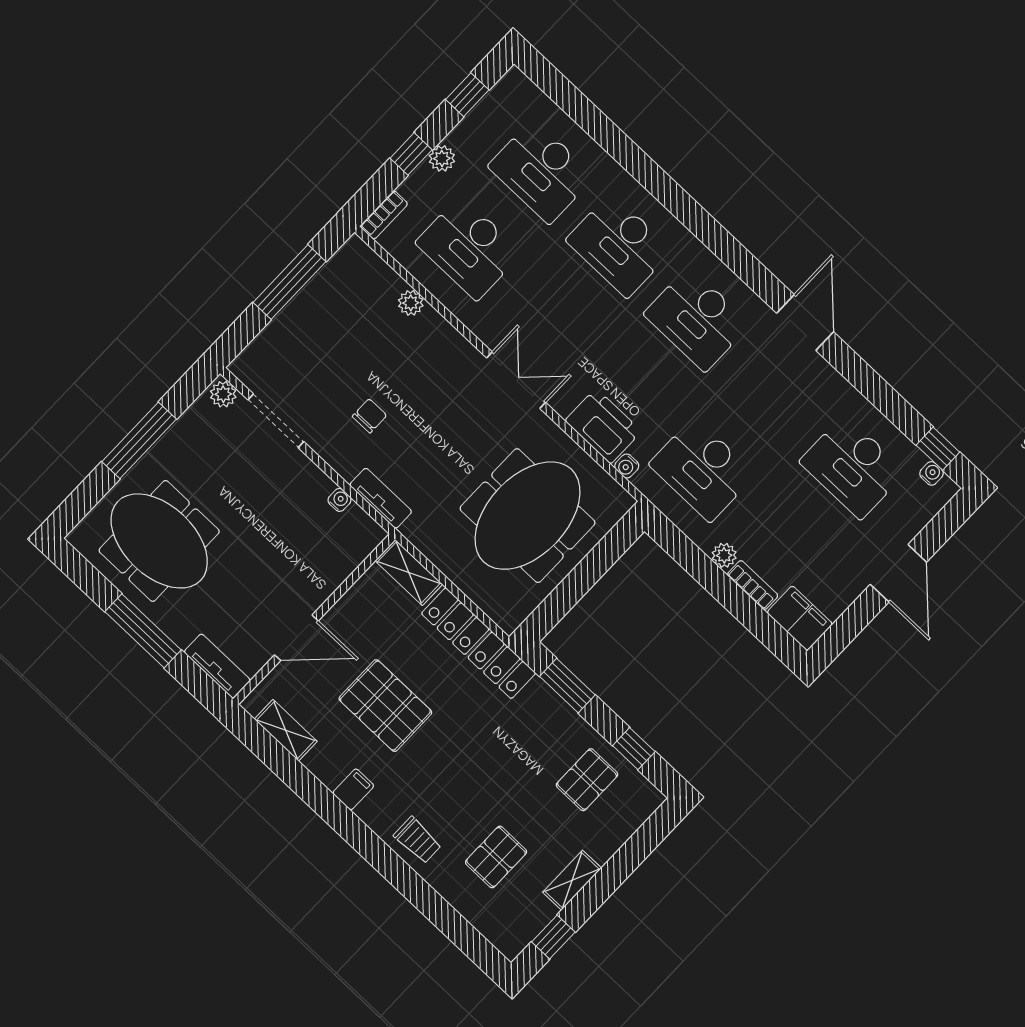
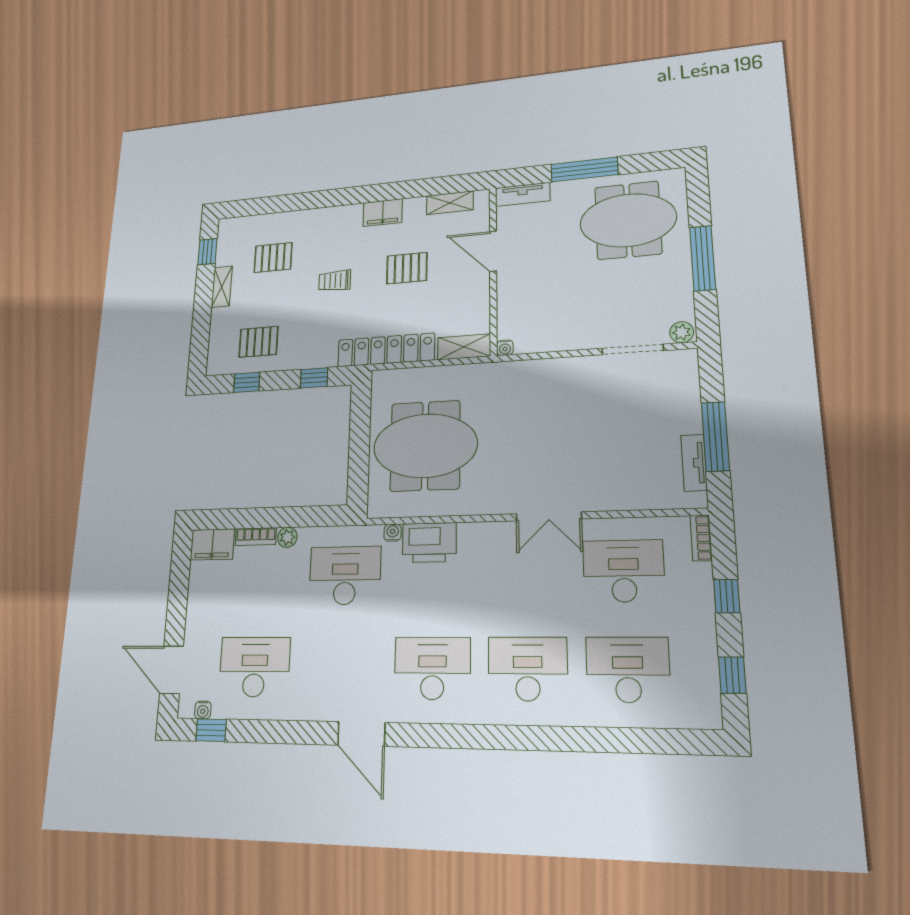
plant: (442, 158) -> (703, 613), removed
plant: (411, 303) -> (624, 500), removed
double door: (516, 380) -> (549, 516), moved
chair: (369, 416) -> (578, 408), removed
tv unit: (381, 498) -> (694, 463), moved, turned 90
water cooler: (340, 500) -> (505, 348), moved
meeting table: (528, 516) -> (425, 446), turned 90
door: (898, 573) -> (172, 670), moved
door: (296, 638) -> (493, 251), hinge flipped
window: (567, 686) -> (314, 378), width x0.67
pallet: (385, 706) -> (407, 268), width x0.67, depth x0.71
pallet: (587, 780) -> (258, 342), turned 90
filing cabinet: (353, 789) -> (383, 213), width x2.00
trolley: (418, 840) -> (335, 281), moved
pallet: (496, 857) -> (273, 258), turned 90

